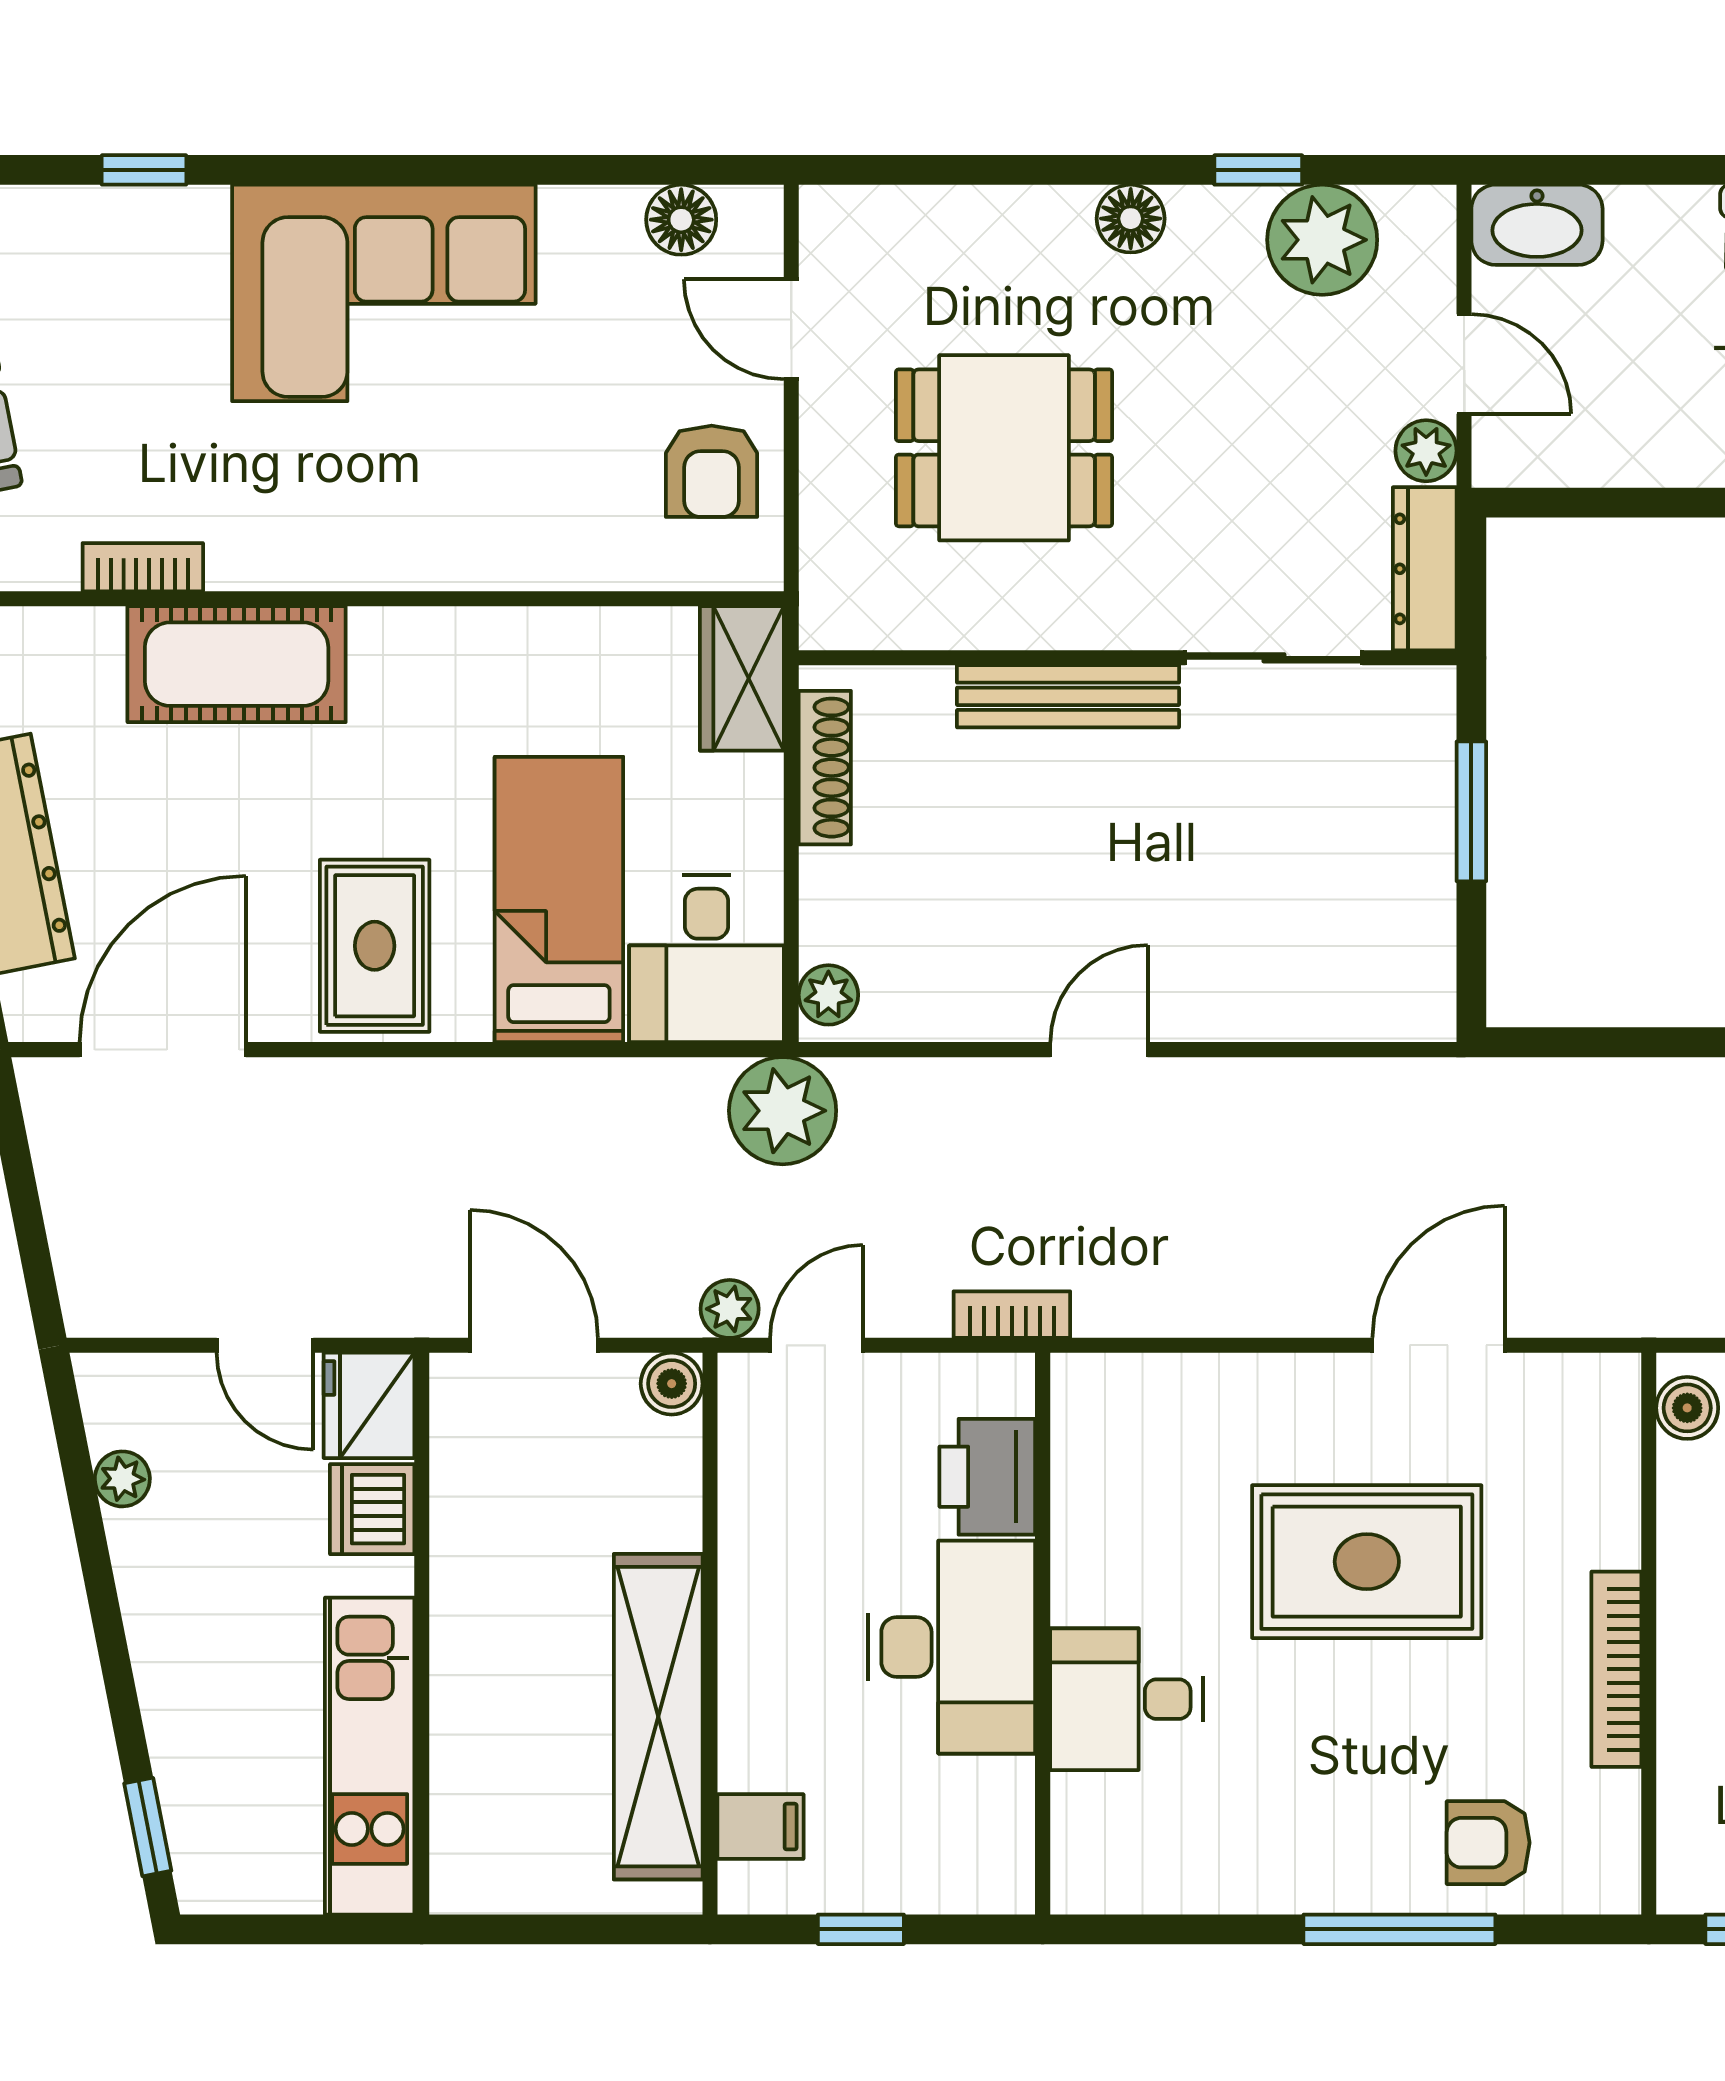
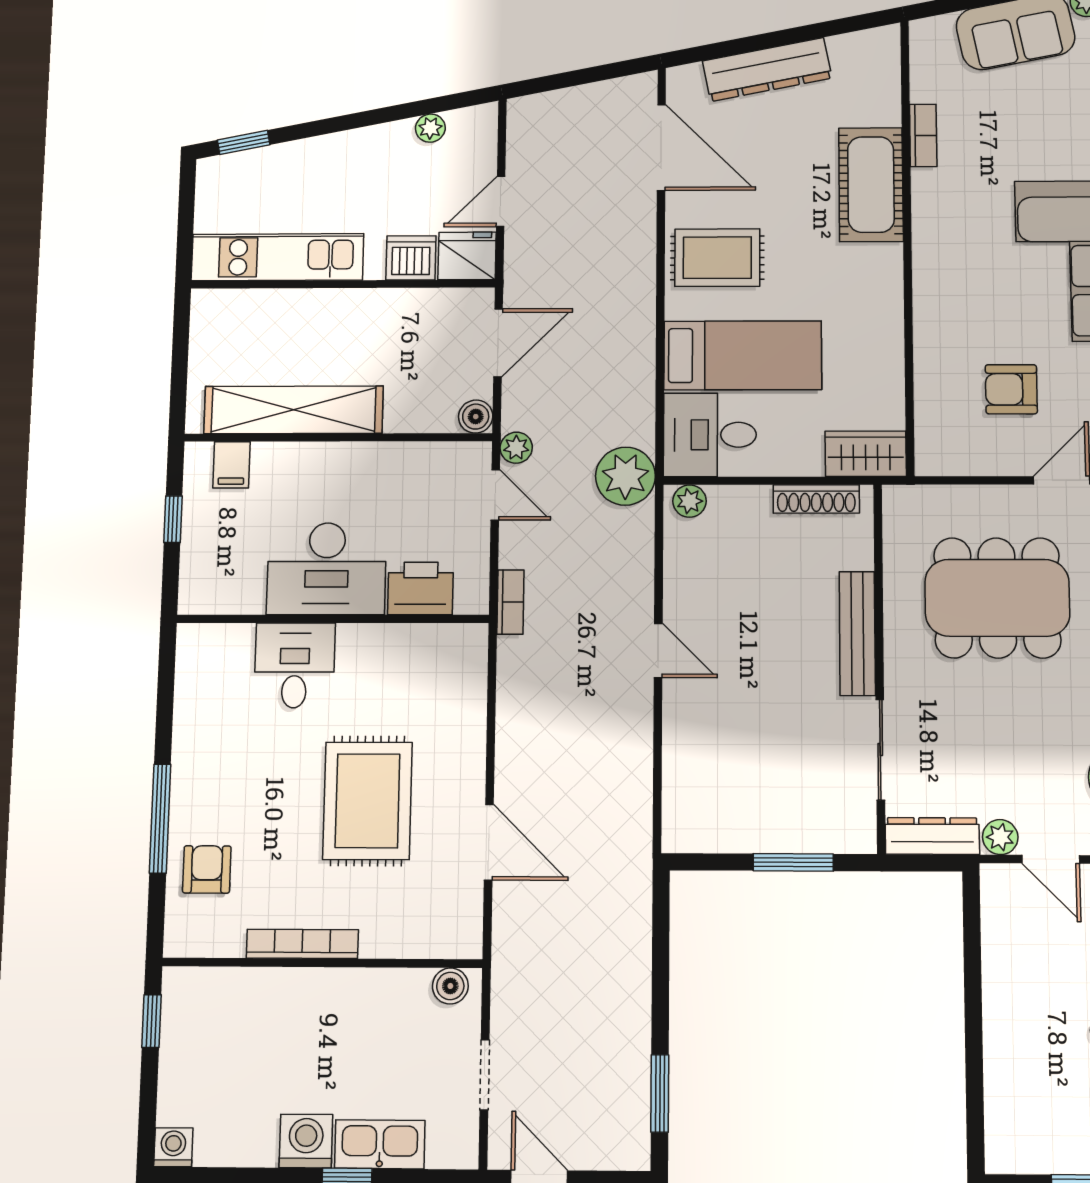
door: (1464, 364) -> (1051, 859), hinge flipped
dining table: (1004, 448) -> (997, 598), width x1.38
armchair: (712, 471) -> (1011, 389), moved

